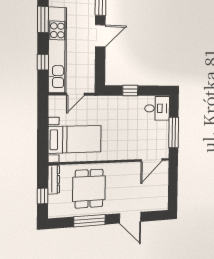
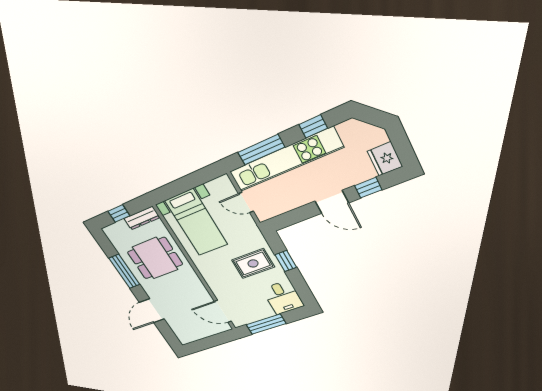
window: (43, 19) -> (313, 126), width x0.67
window: (43, 62) -> (261, 150), width x2.17
rug: (123, 115) -> (253, 263), added

